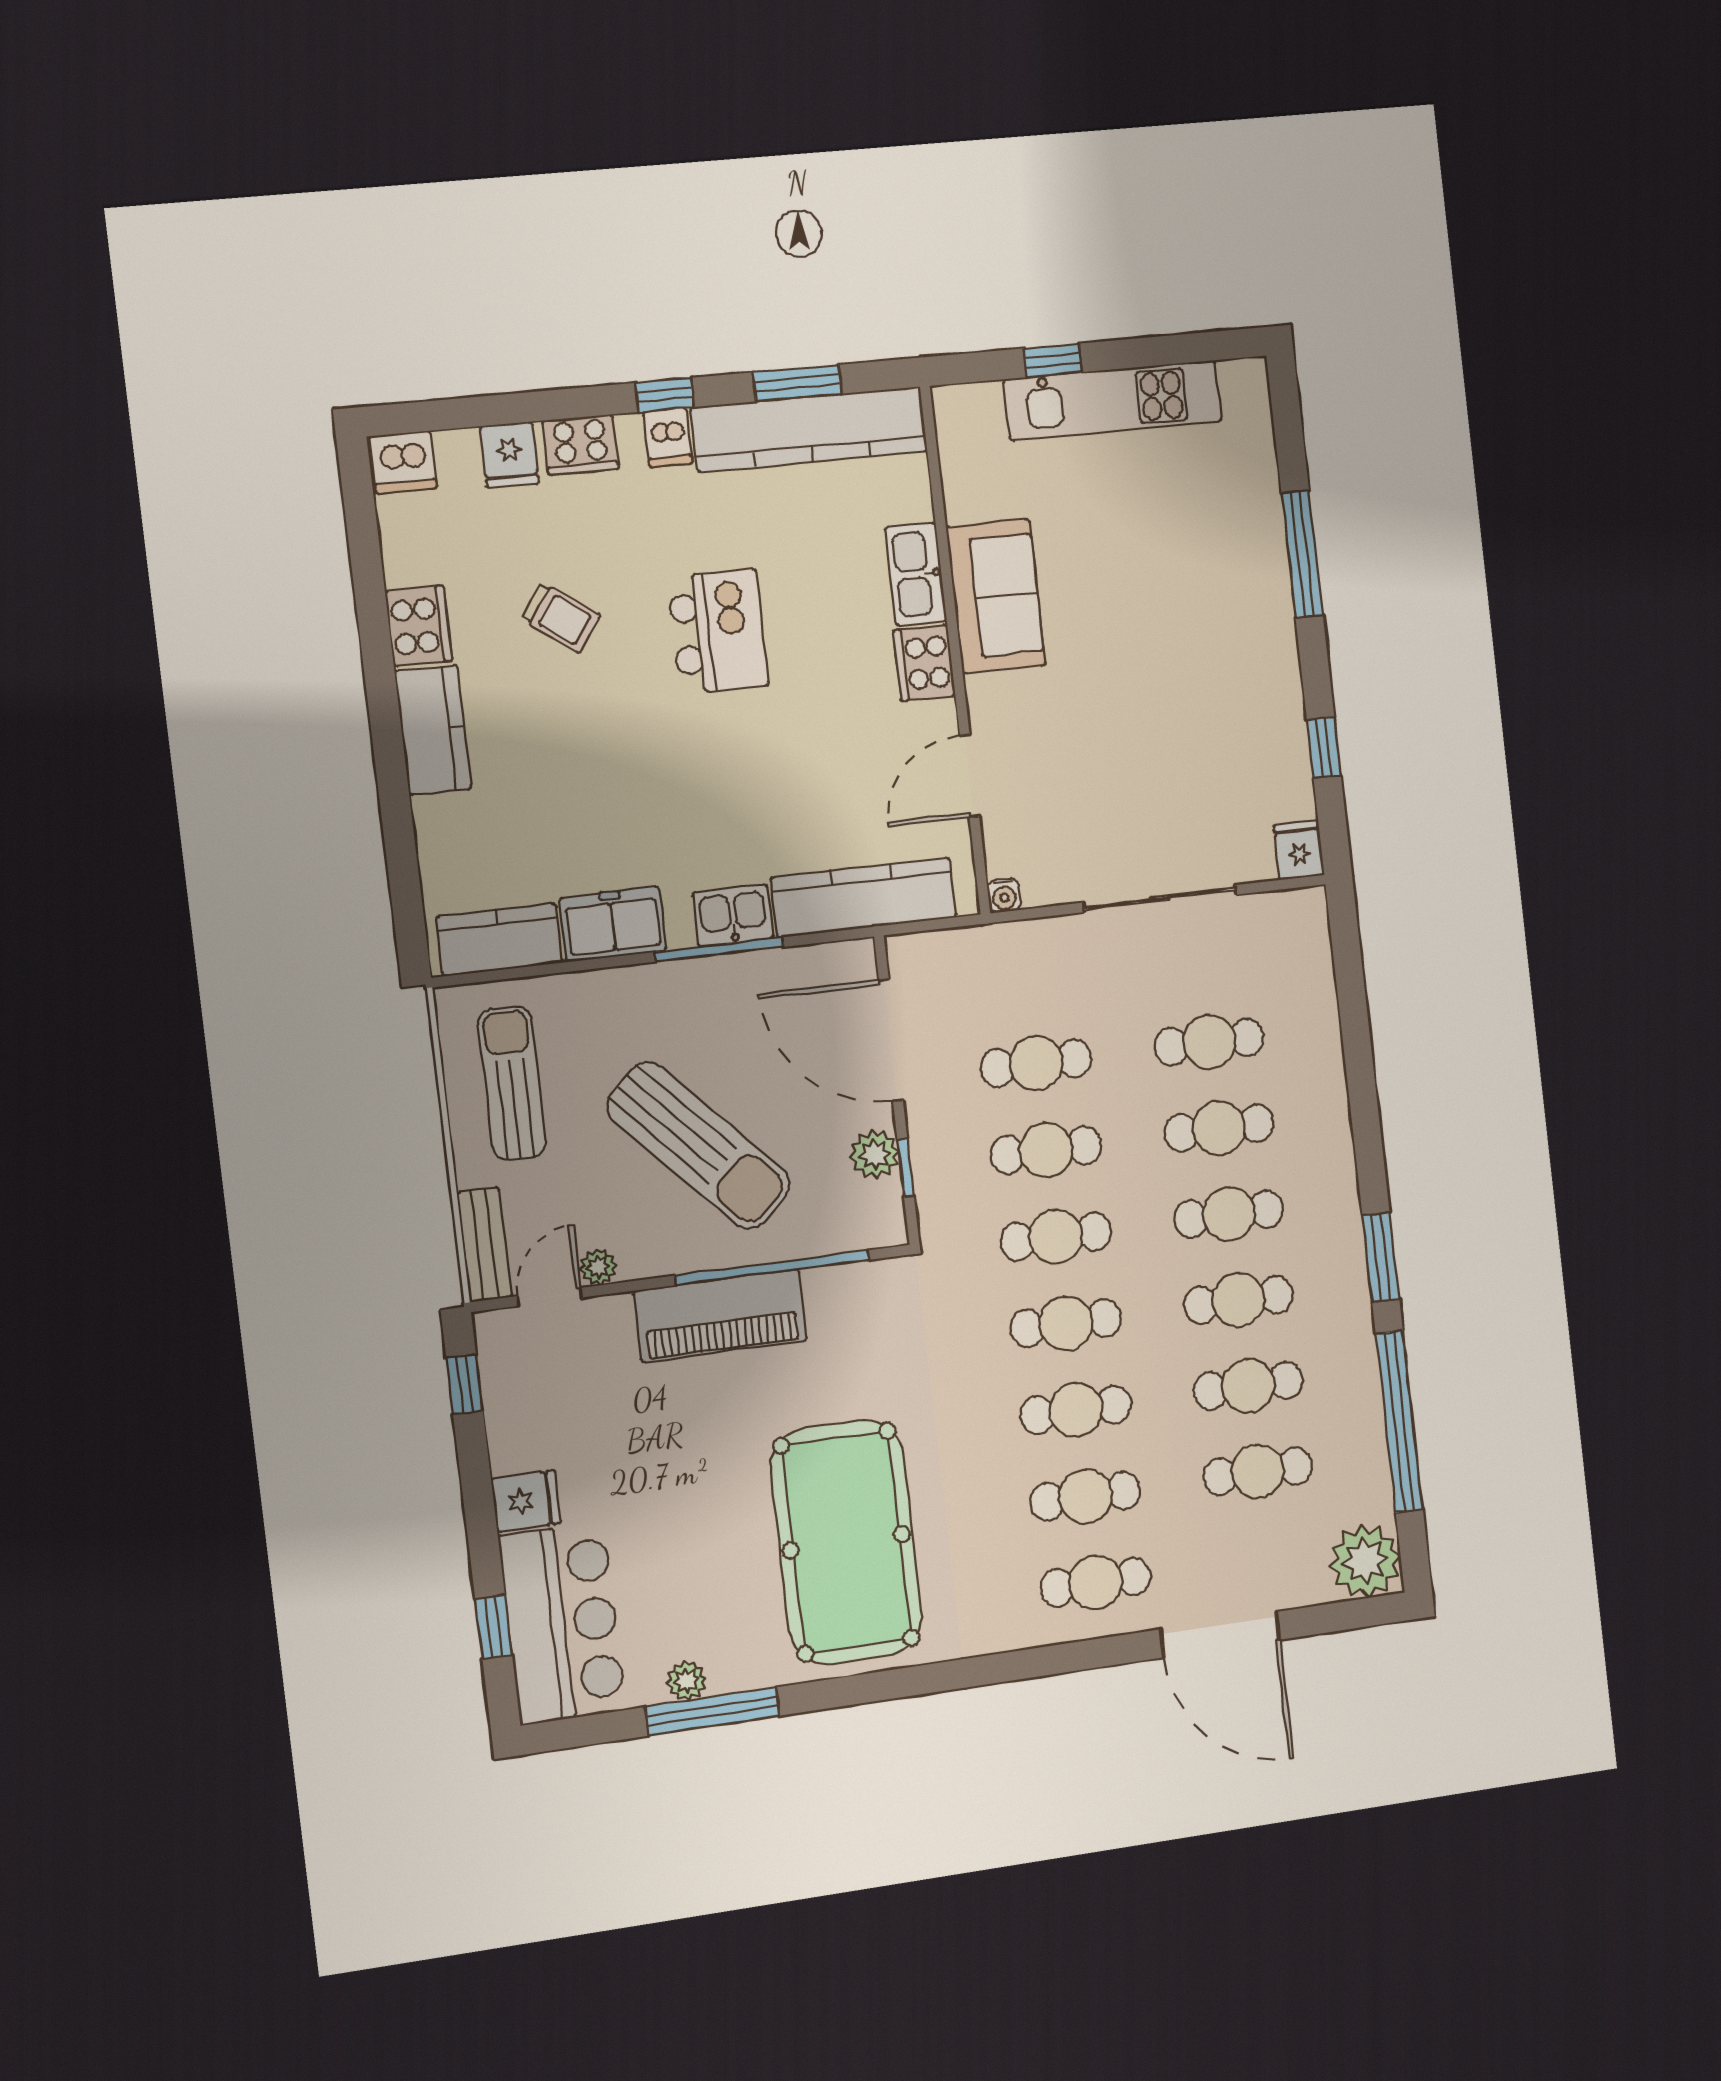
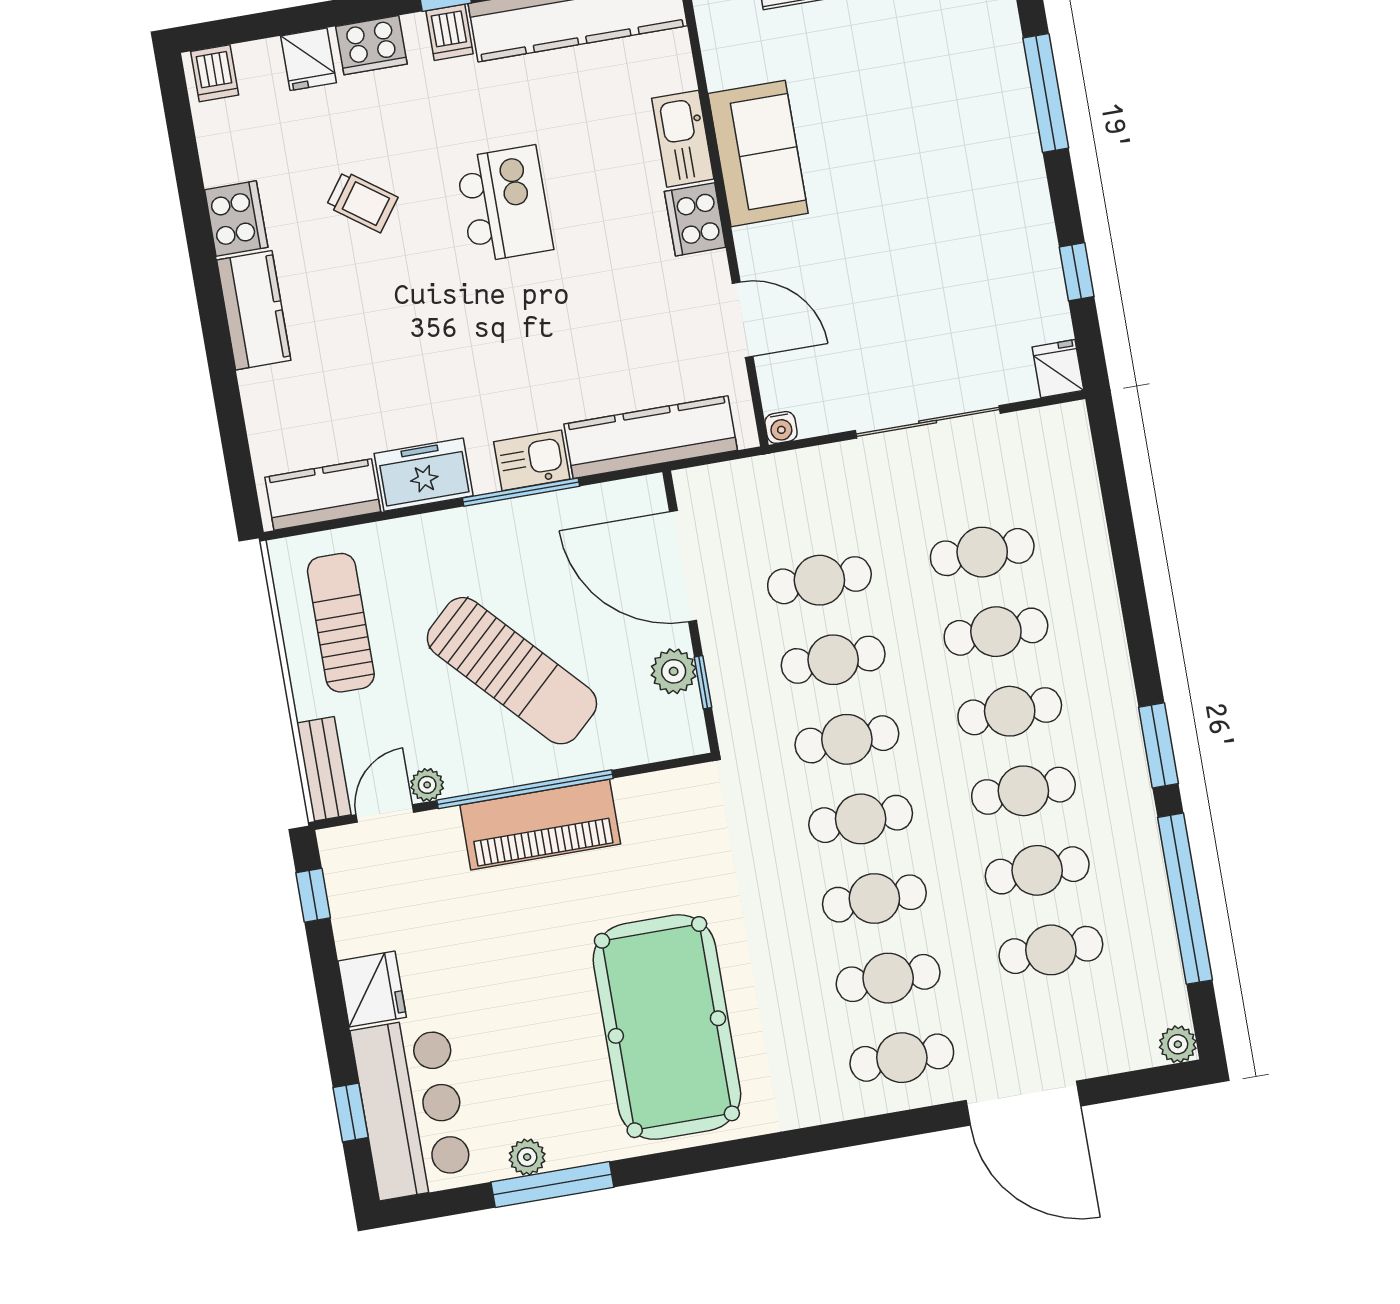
dishwasher: (403, 462) -> (215, 73), width x0.73
door: (970, 776) -> (743, 320), swing flipped
window: (772, 1268) -> (525, 789), moved
fridge: (526, 1501) -> (372, 989), width x1.38
plant: (1365, 1561) -> (1178, 1044), width x0.53, depth x0.53

